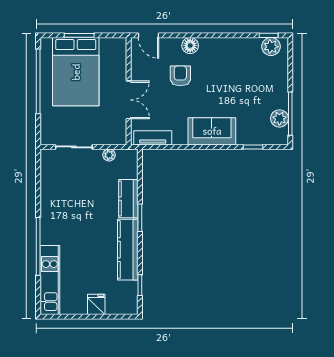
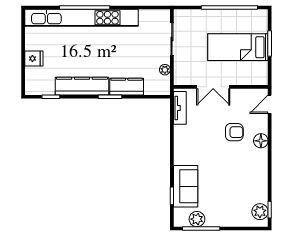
bed: (76, 72) -> (238, 47), width x0.67
sofa: (212, 131) -> (186, 186), moved
kitchen unit: (50, 280) -> (81, 18), width x1.86

